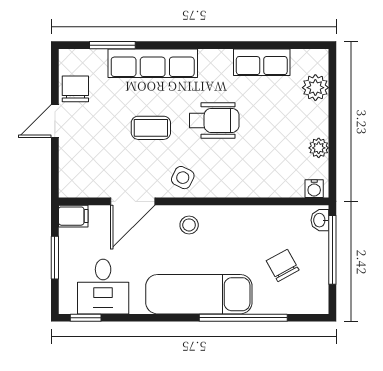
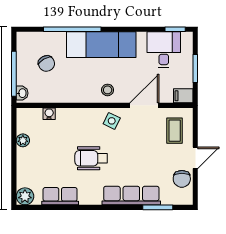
plant: (315, 88) -> (25, 196), moved
coffee table: (151, 128) -> (175, 131), moved, turned 90
water cooler: (314, 189) -> (49, 114), moved

